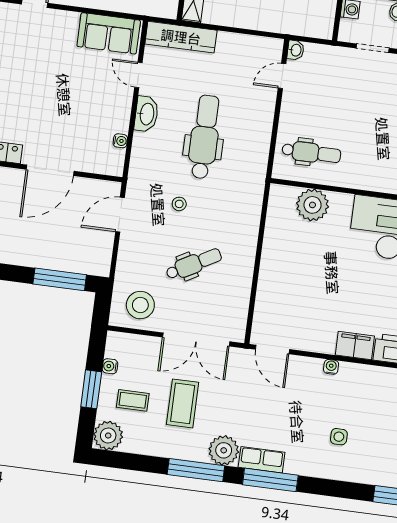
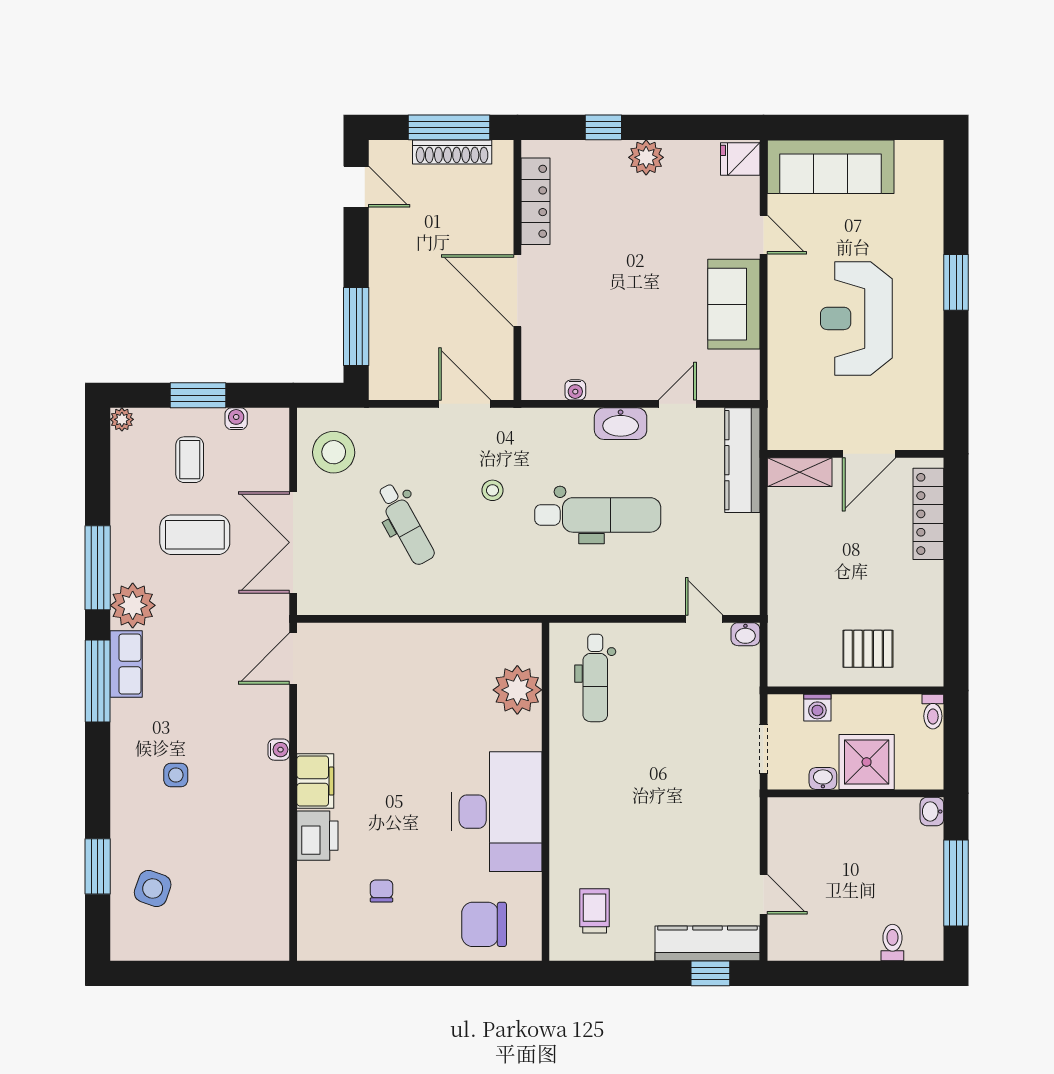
sofa: (109, 33) -> (734, 304), moved
plant: (108, 436) -> (122, 419), width x0.53, depth x0.53

